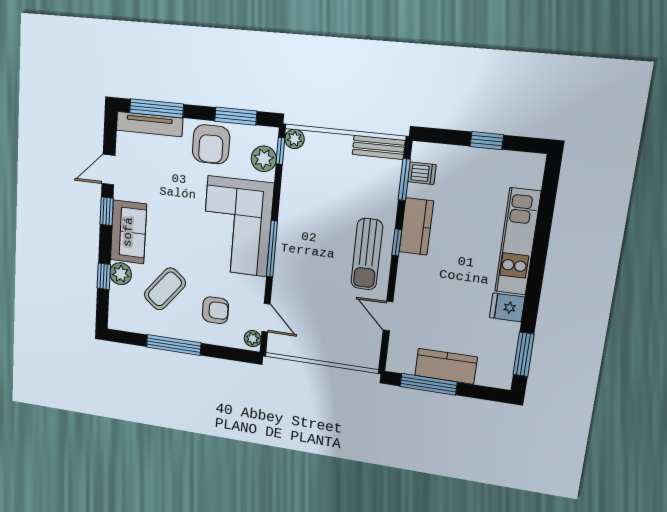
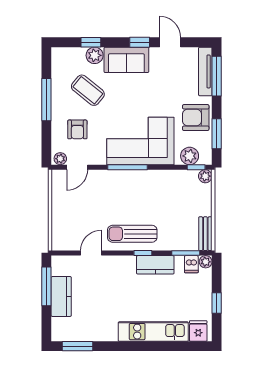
plant: (421, 151) -> (206, 262), added
fridge: (507, 307) -> (198, 331), moved

